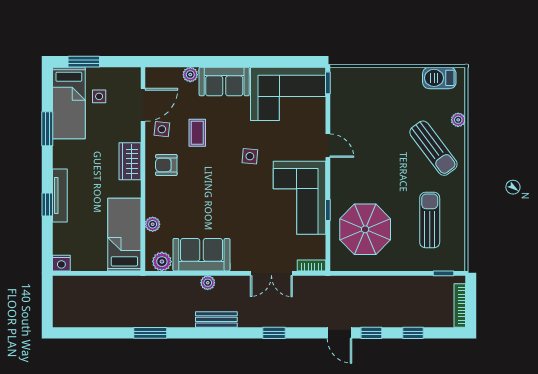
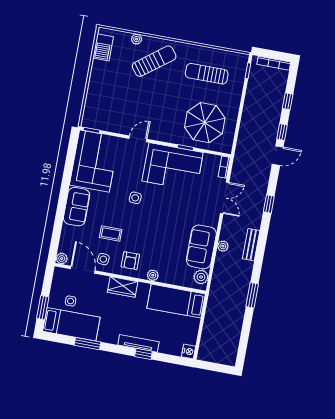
plant: (190, 75) -> (62, 259), moved
plant: (153, 224) -> (153, 275), moved

